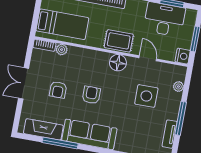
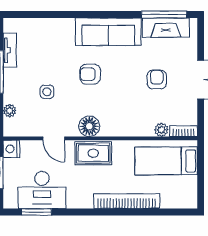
armchair: (91, 95) -> (90, 74), moved, turned 90
side table: (146, 96) -> (47, 92), width x0.54, depth x0.54
window: (60, 143) -> (164, 15), moved

